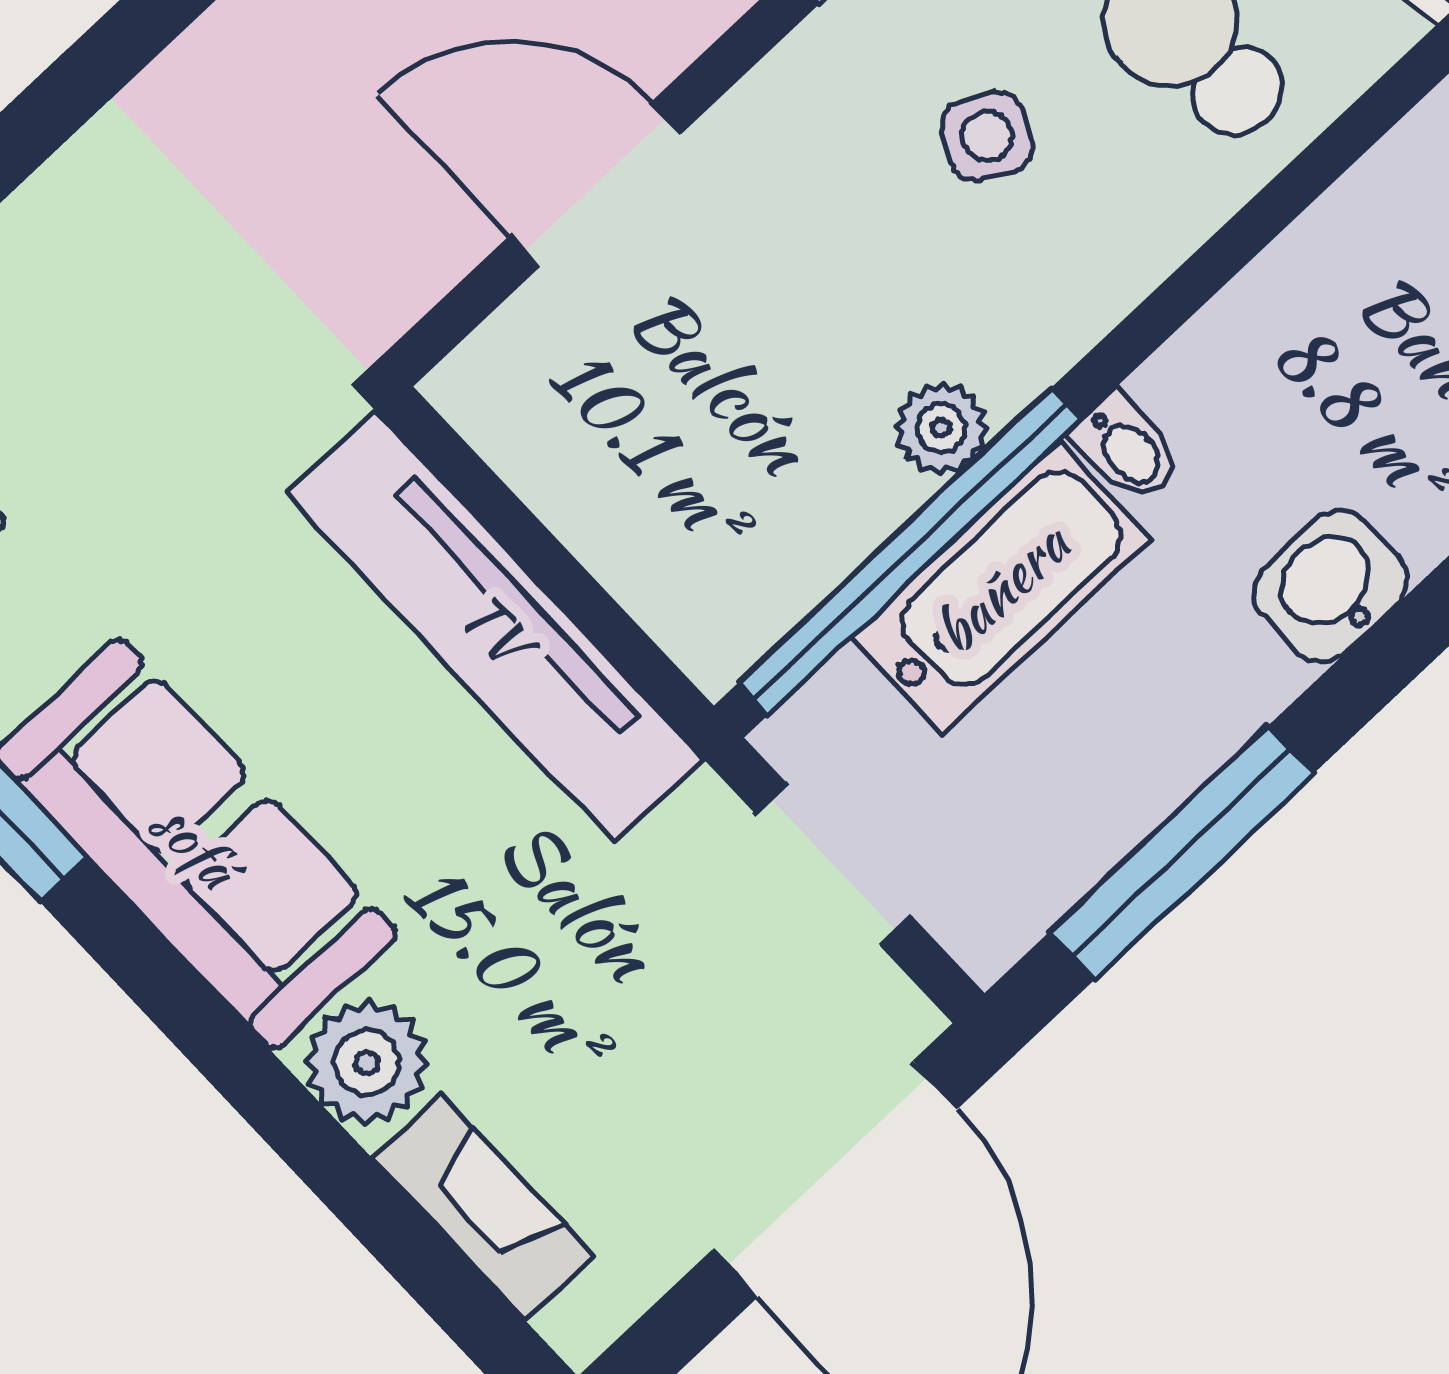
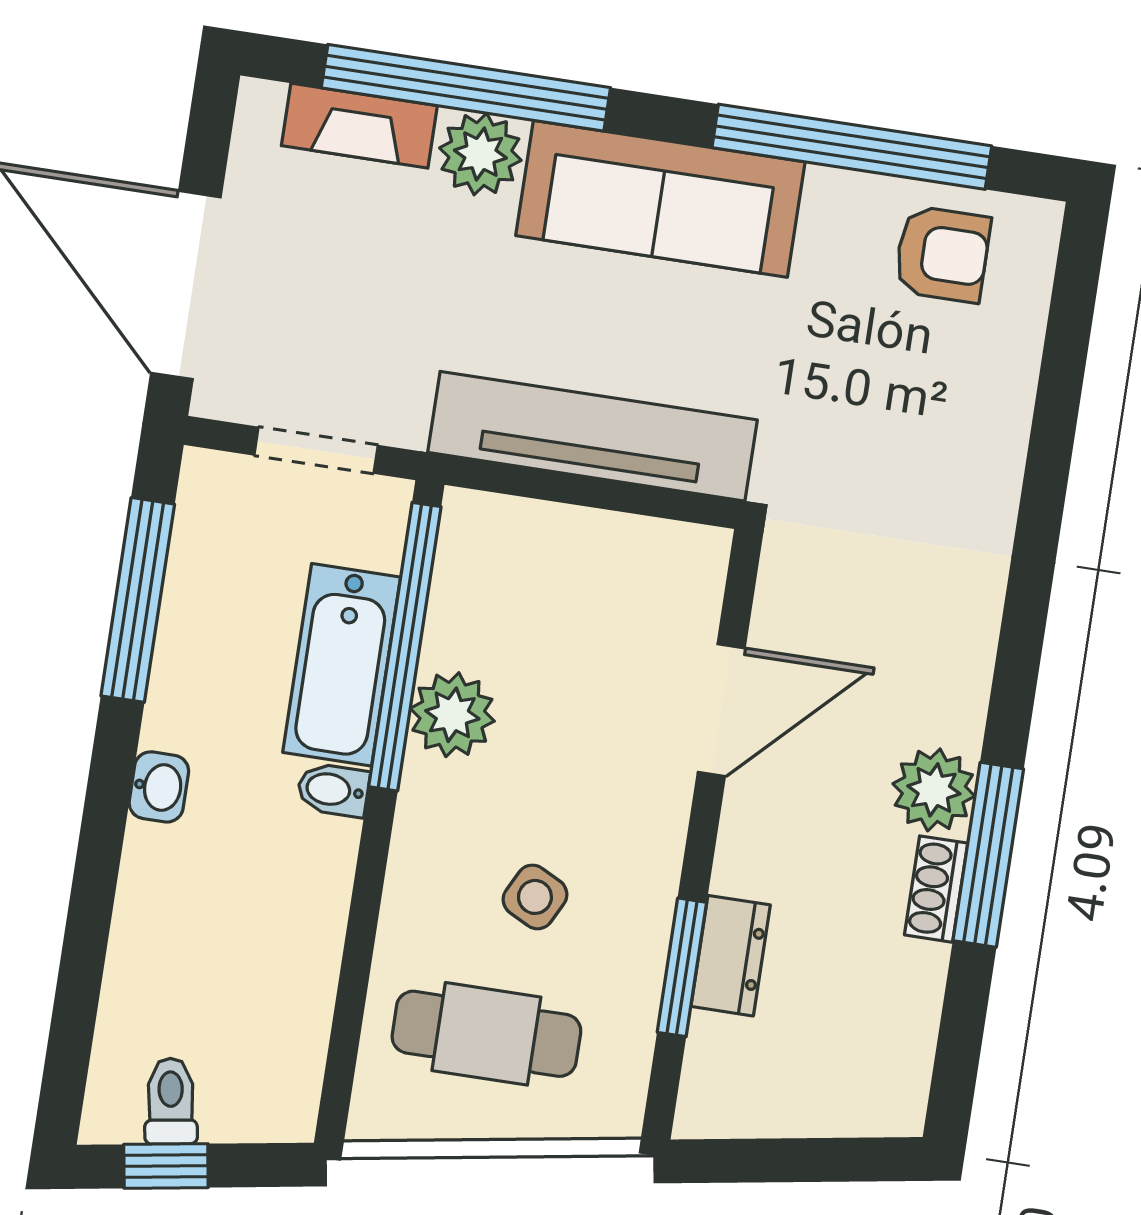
plant: (941, 428) -> (452, 715), width x1.38, depth x1.38
washbasin: (1331, 586) -> (159, 787), width x0.72, depth x0.69
window: (323, 1154) -> (466, 88), added

